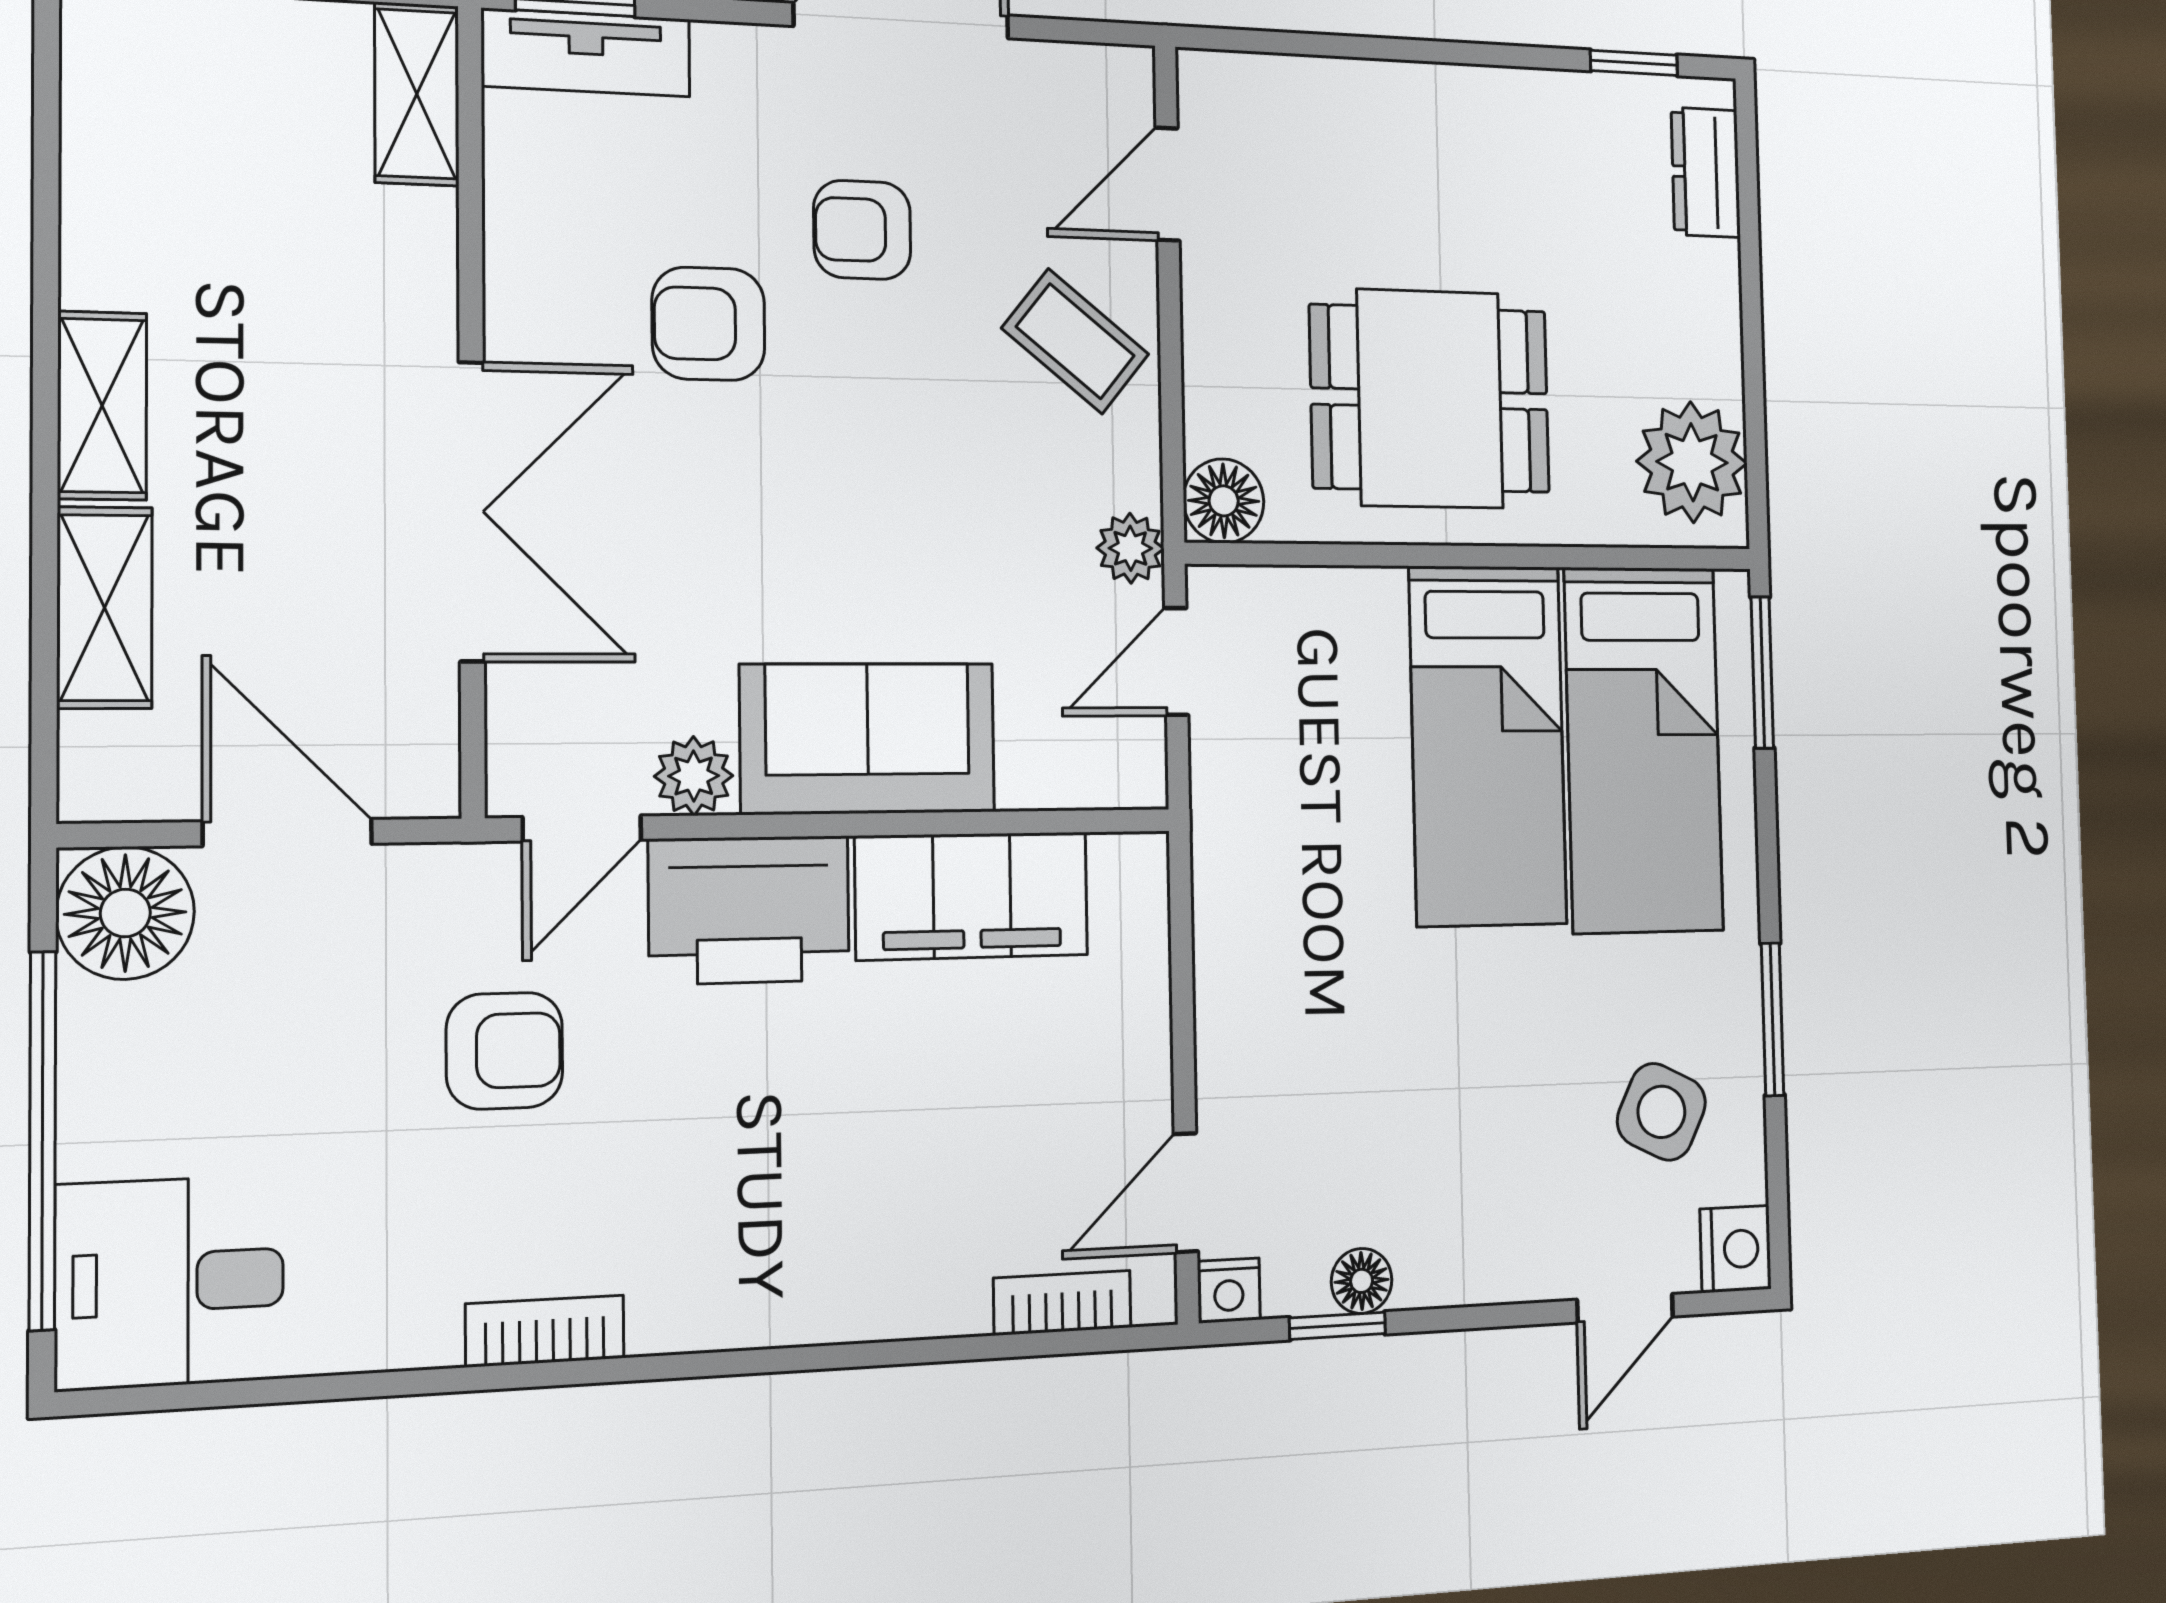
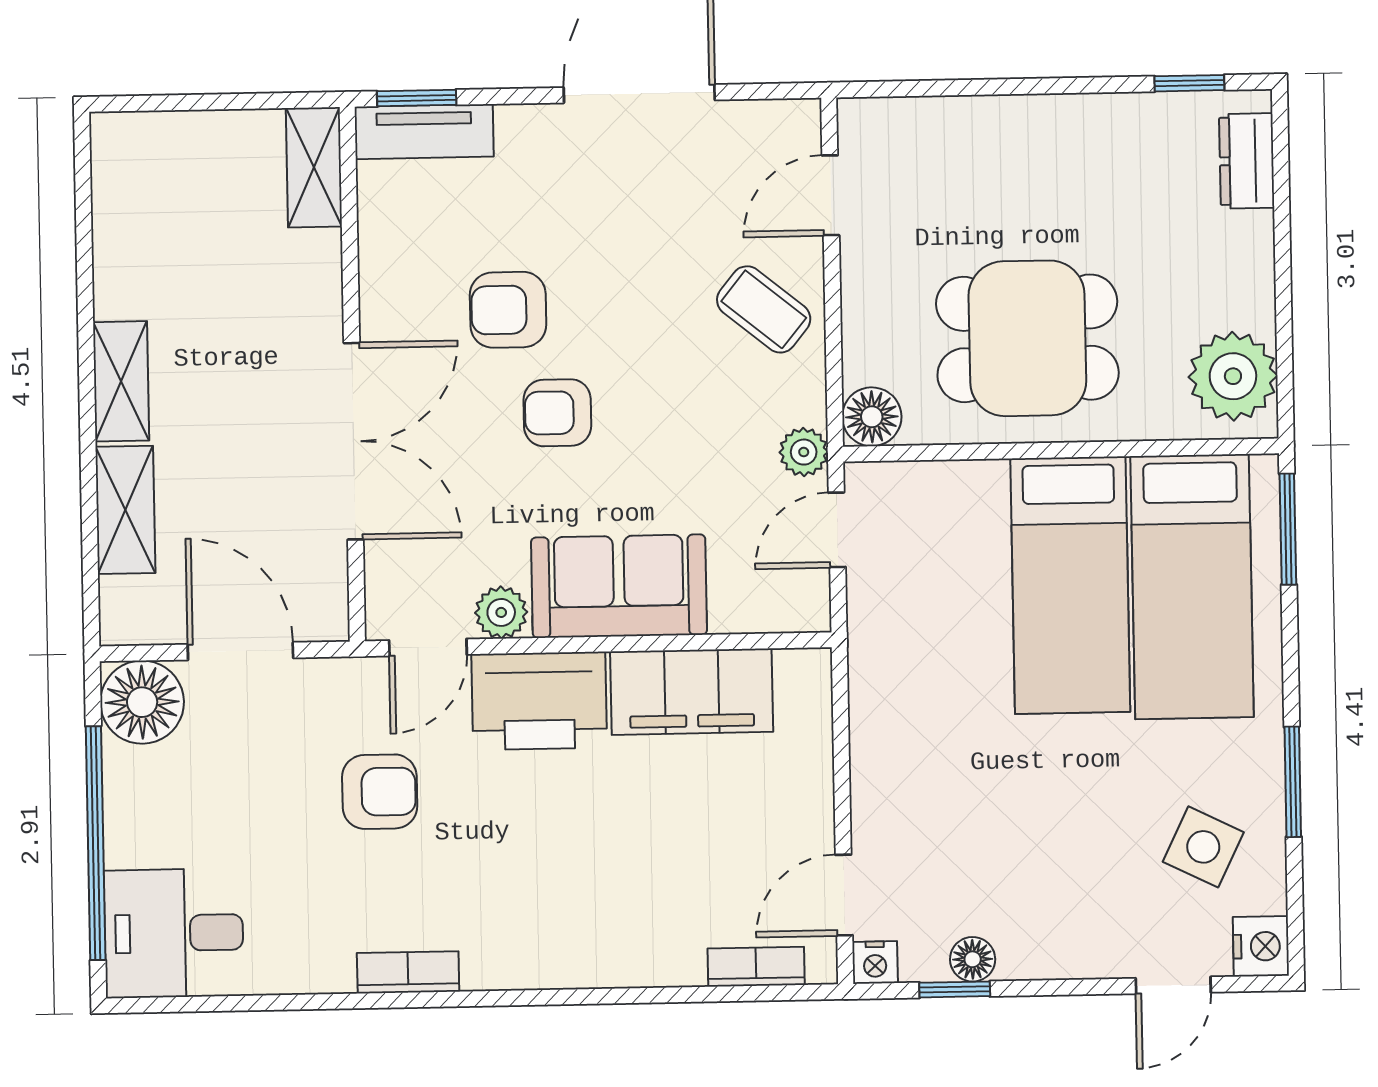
armchair: (862, 230) -> (557, 413), moved

